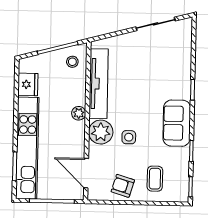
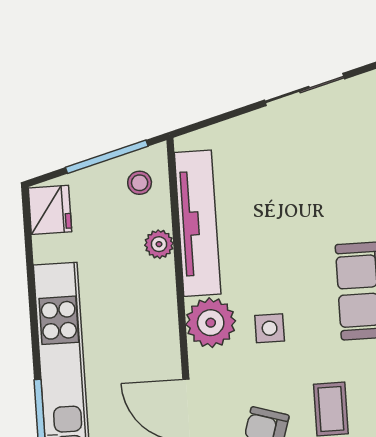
fridge: (28, 84) -> (50, 210), moved
plant: (79, 113) -> (159, 244), moved

